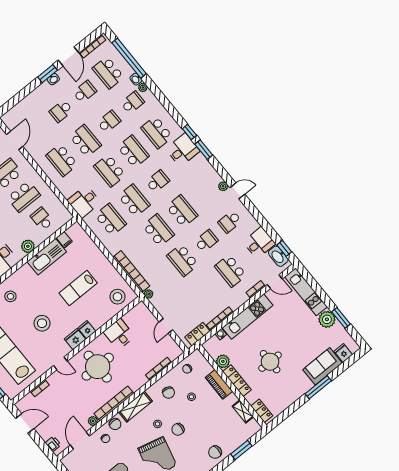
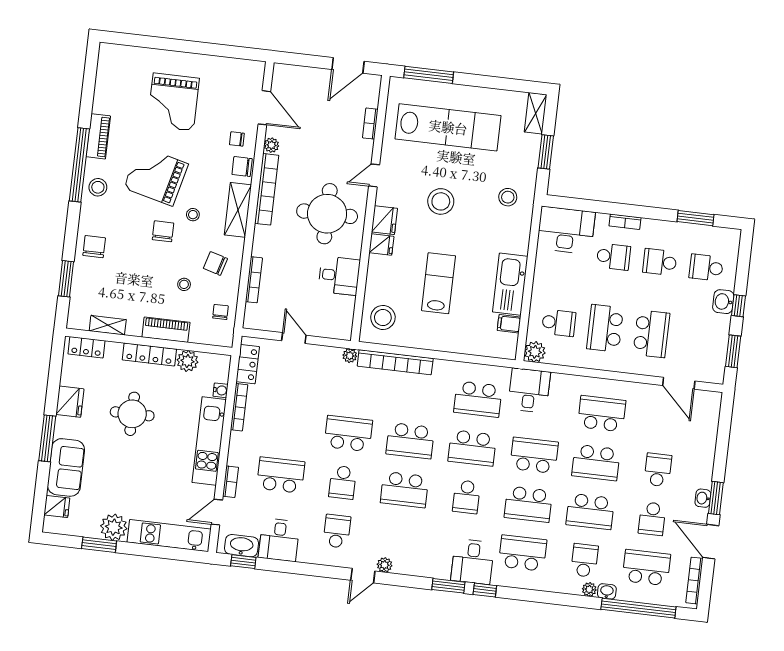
school desk: (132, 102) -> (584, 560), turned 180
school desk: (109, 122) -> (590, 511), width x1.85
plant: (28, 246) -> (535, 352), moved
fridge: (293, 394) -> (70, 402), added
printer: (53, 444) -> (292, 73), removed

